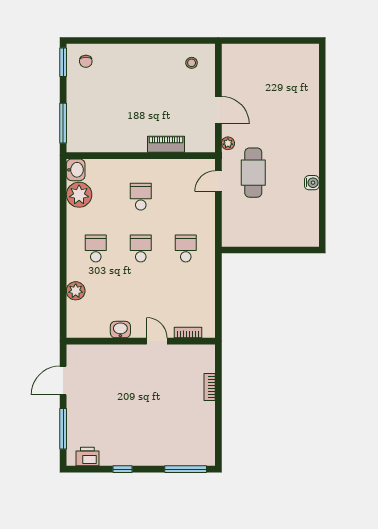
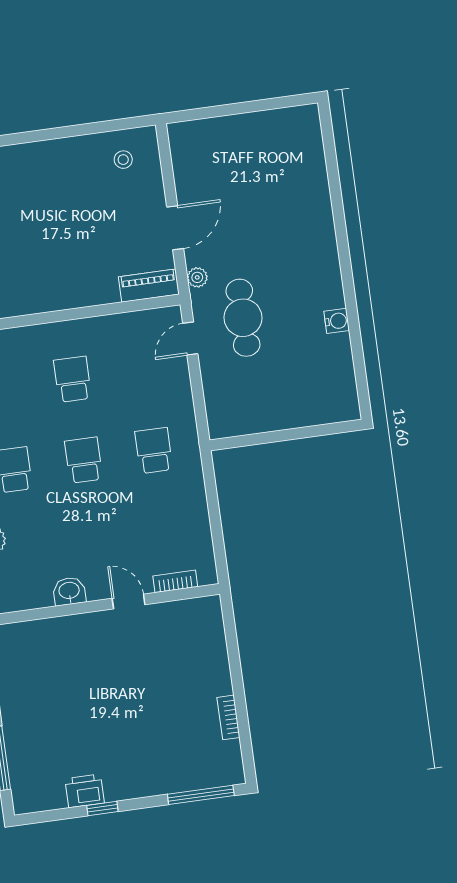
door: (218, 110) -> (175, 228), hinge flipped
piano: (166, 144) -> (149, 286), moved
bookcase: (210, 387) -> (228, 717), moved
printer: (87, 457) -> (85, 791), moved

